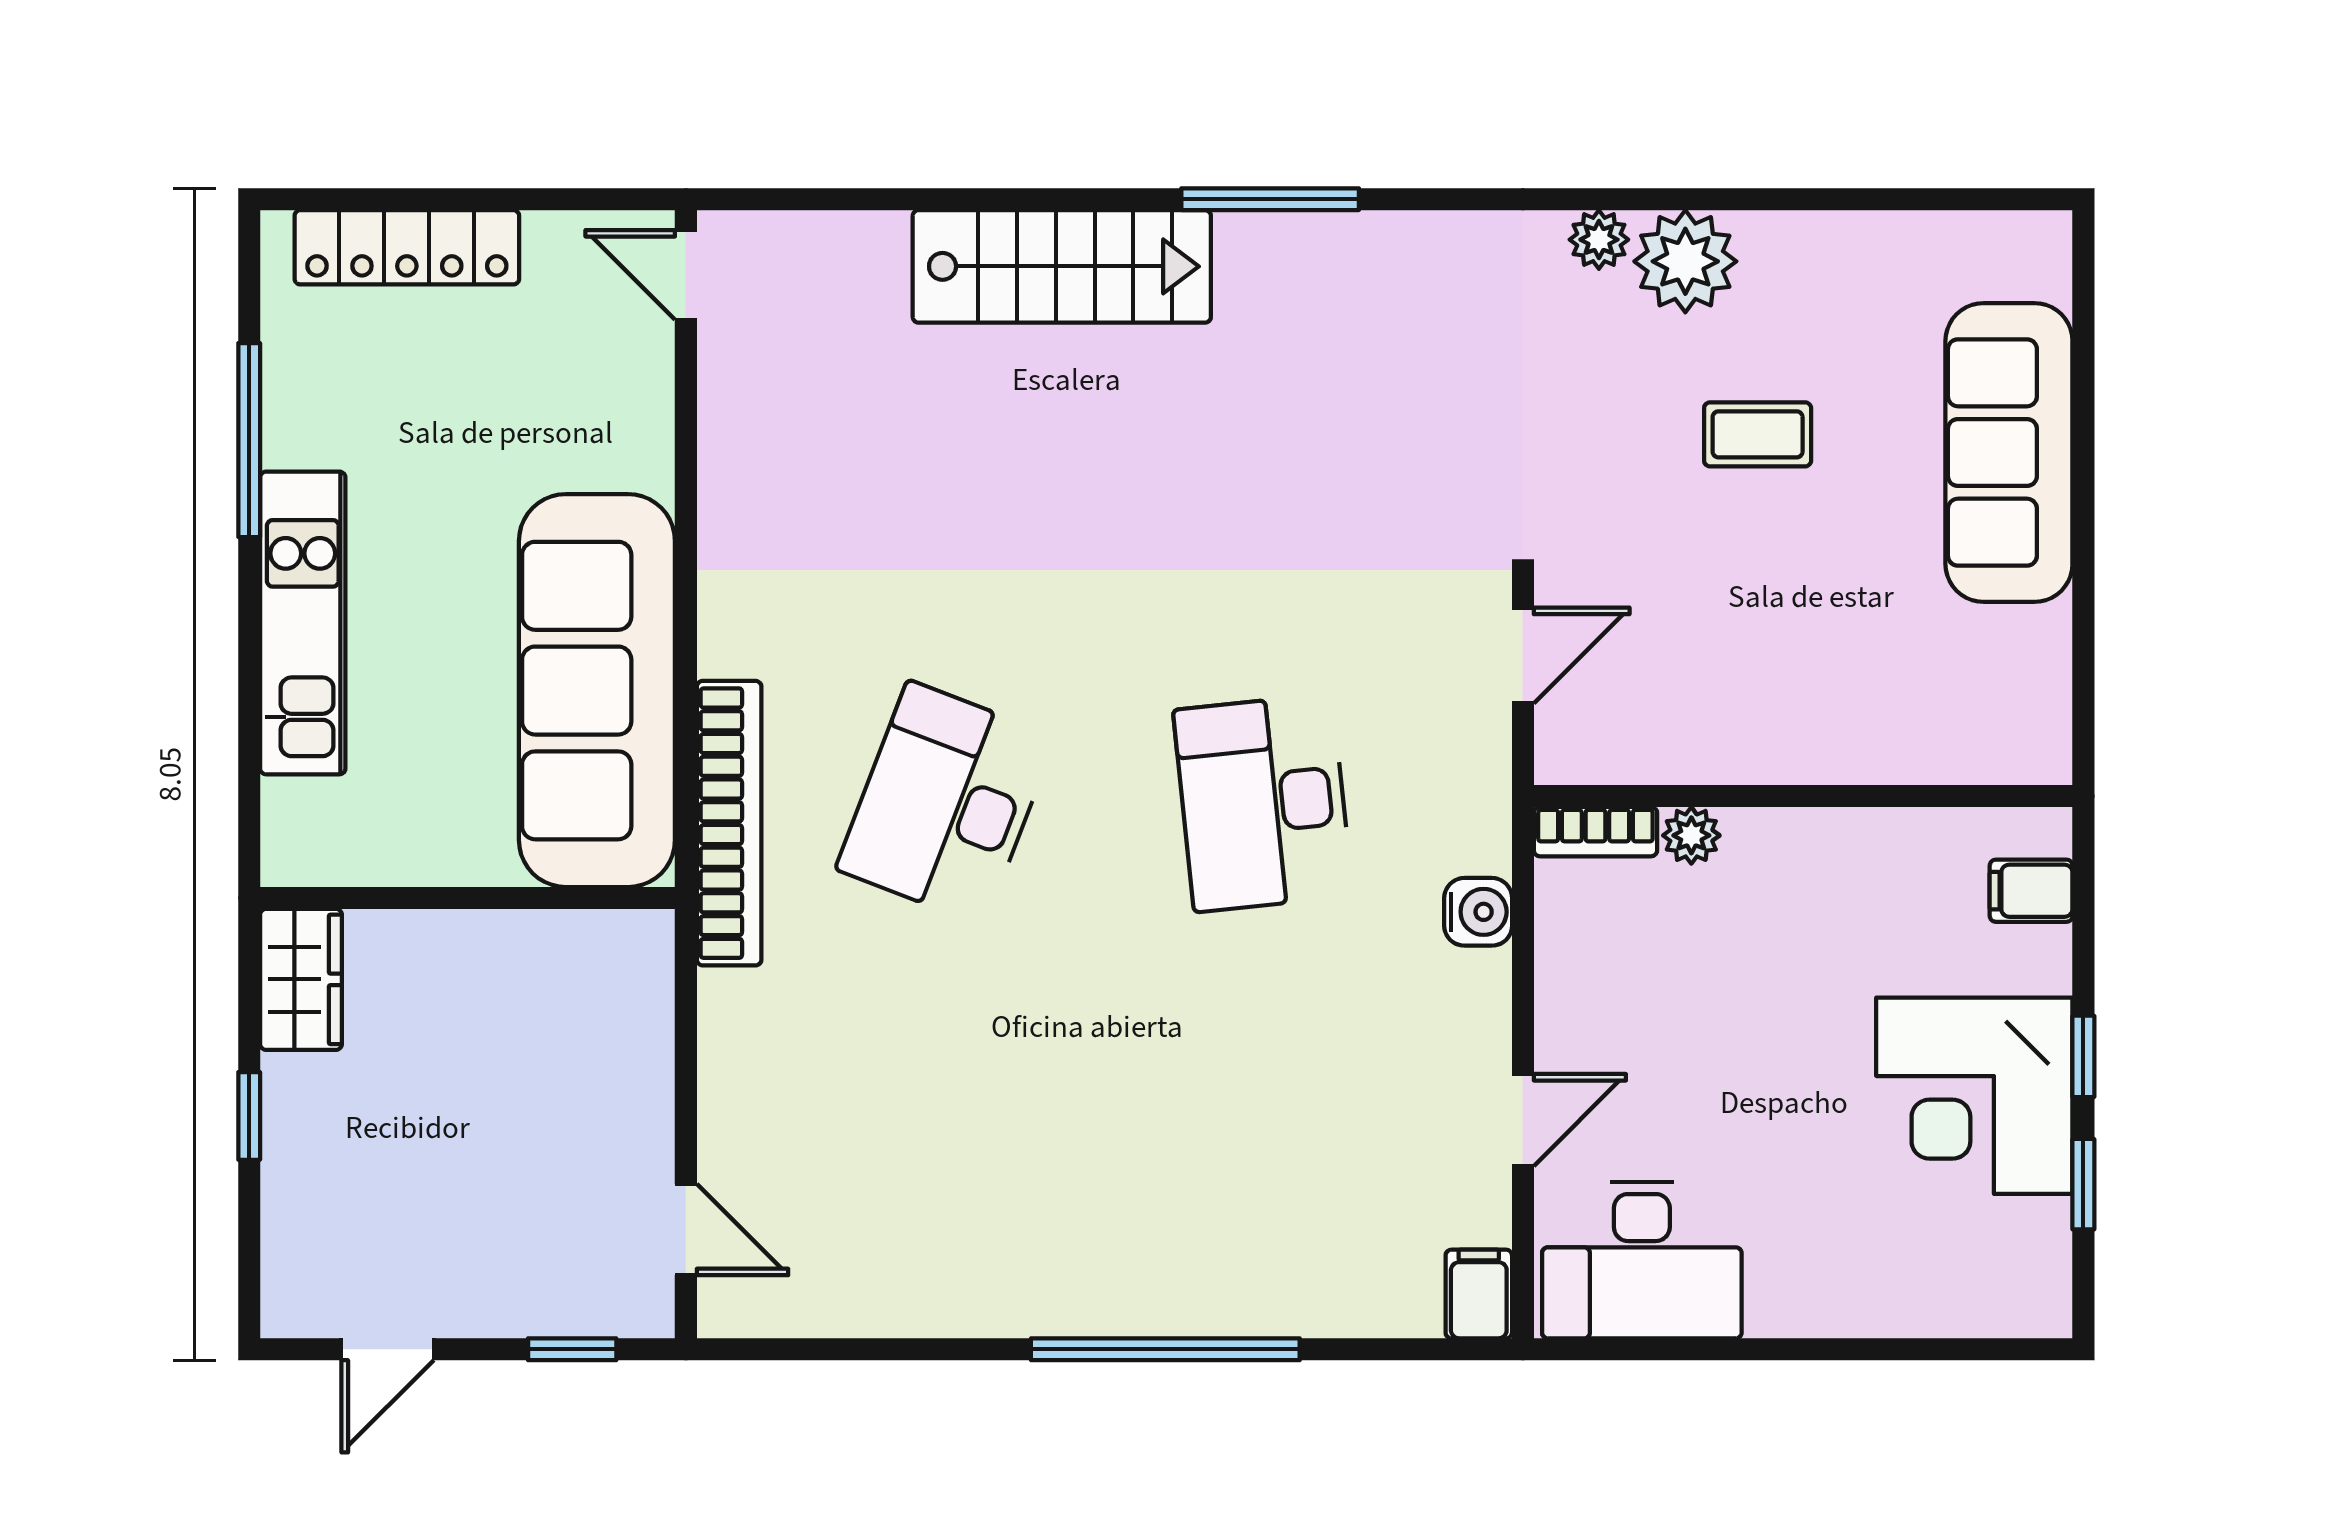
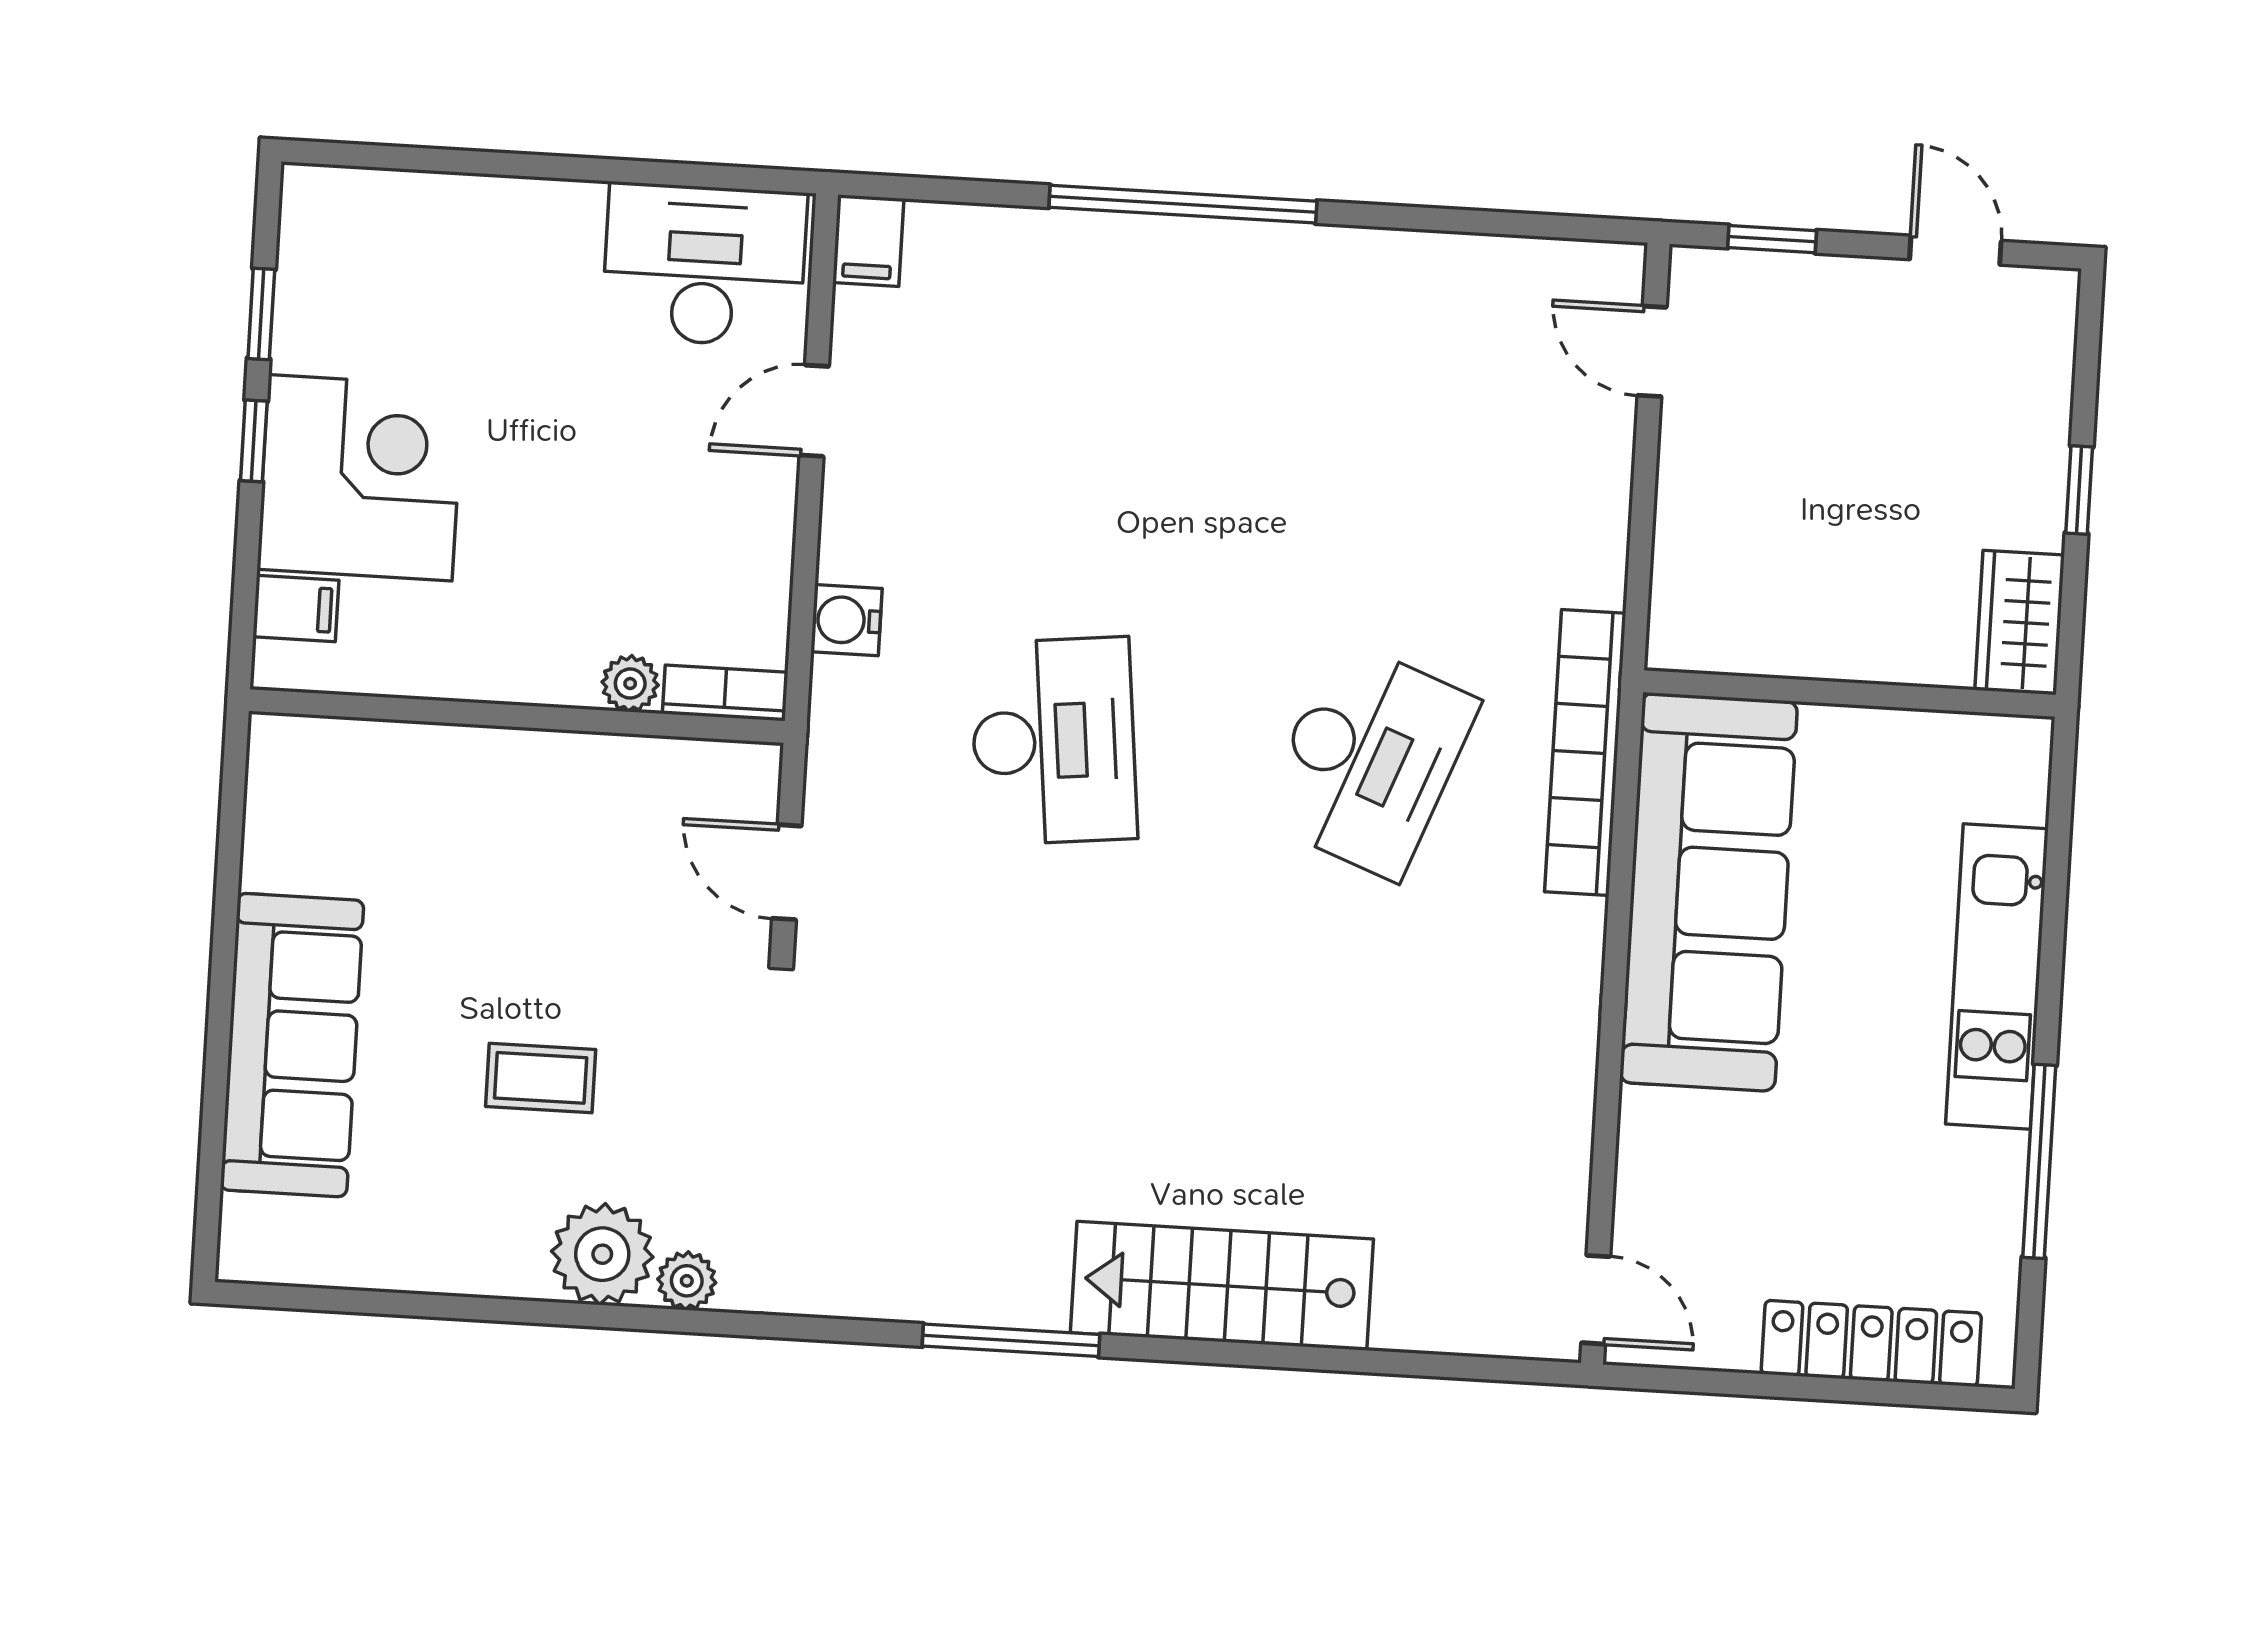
door: (1523, 655) -> (787, 872), hinge flipped
corner desk: (1974, 1096) -> (360, 478), moved
door: (388, 1349) -> (1955, 250), hinge flipped

